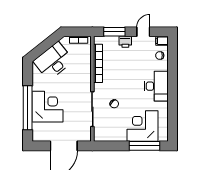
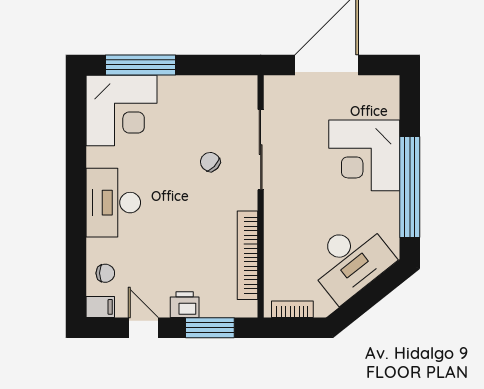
door: (143, 32) -> (143, 328), swing flipped
window: (28, 108) -> (410, 187), moved
corner desk: (142, 126) -> (122, 110), moved

